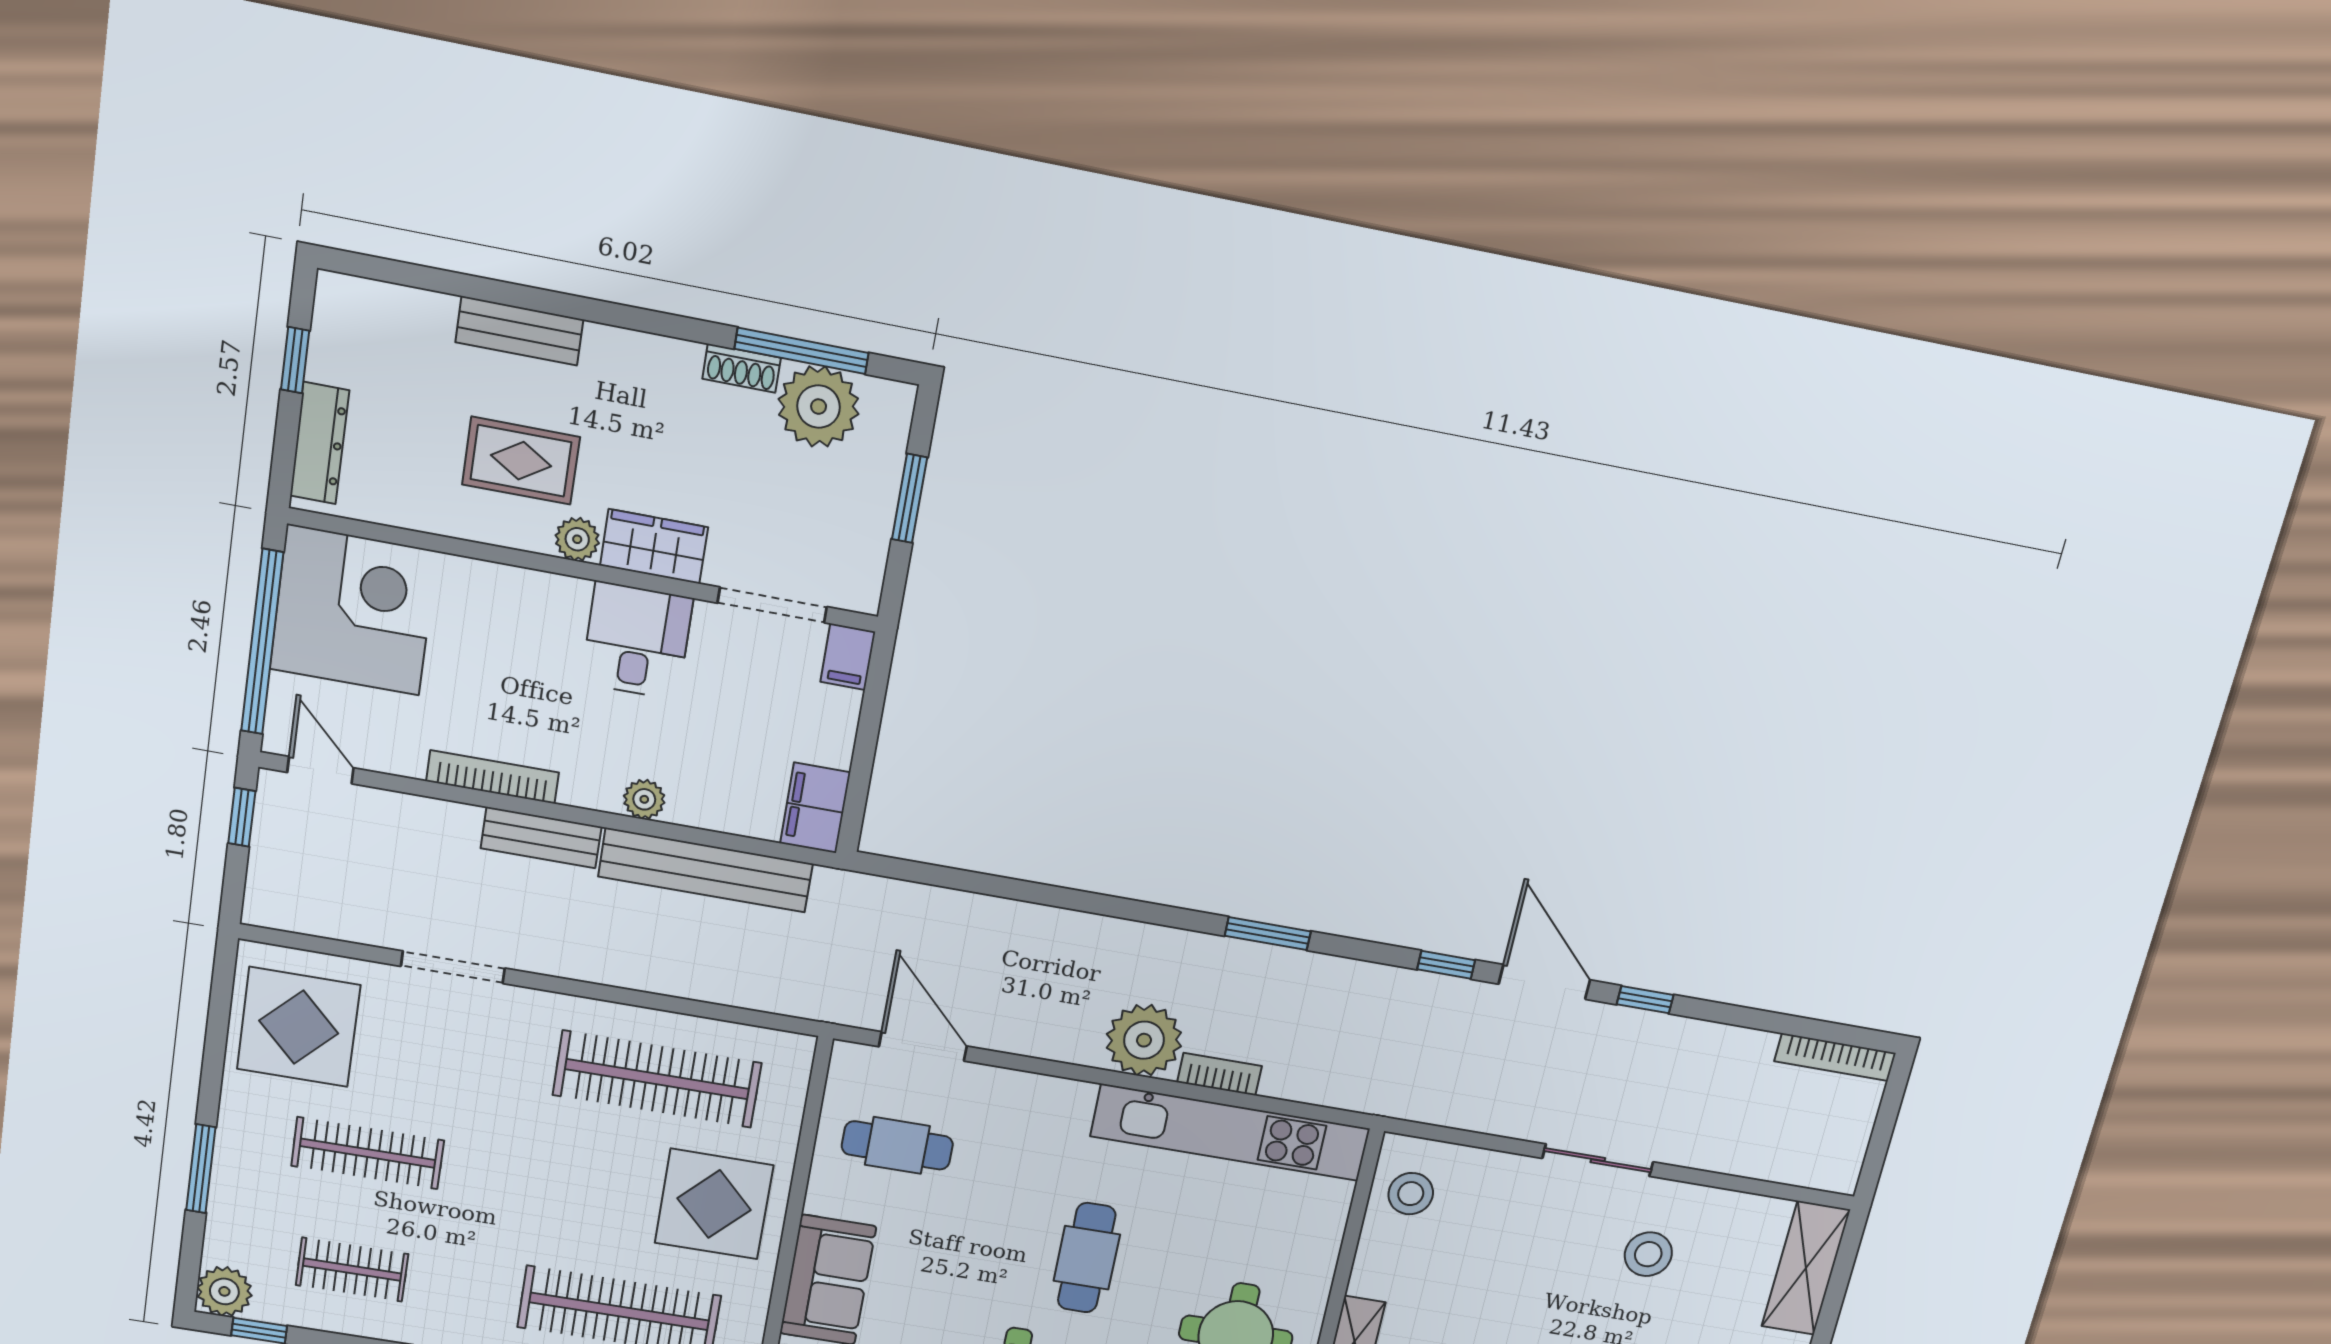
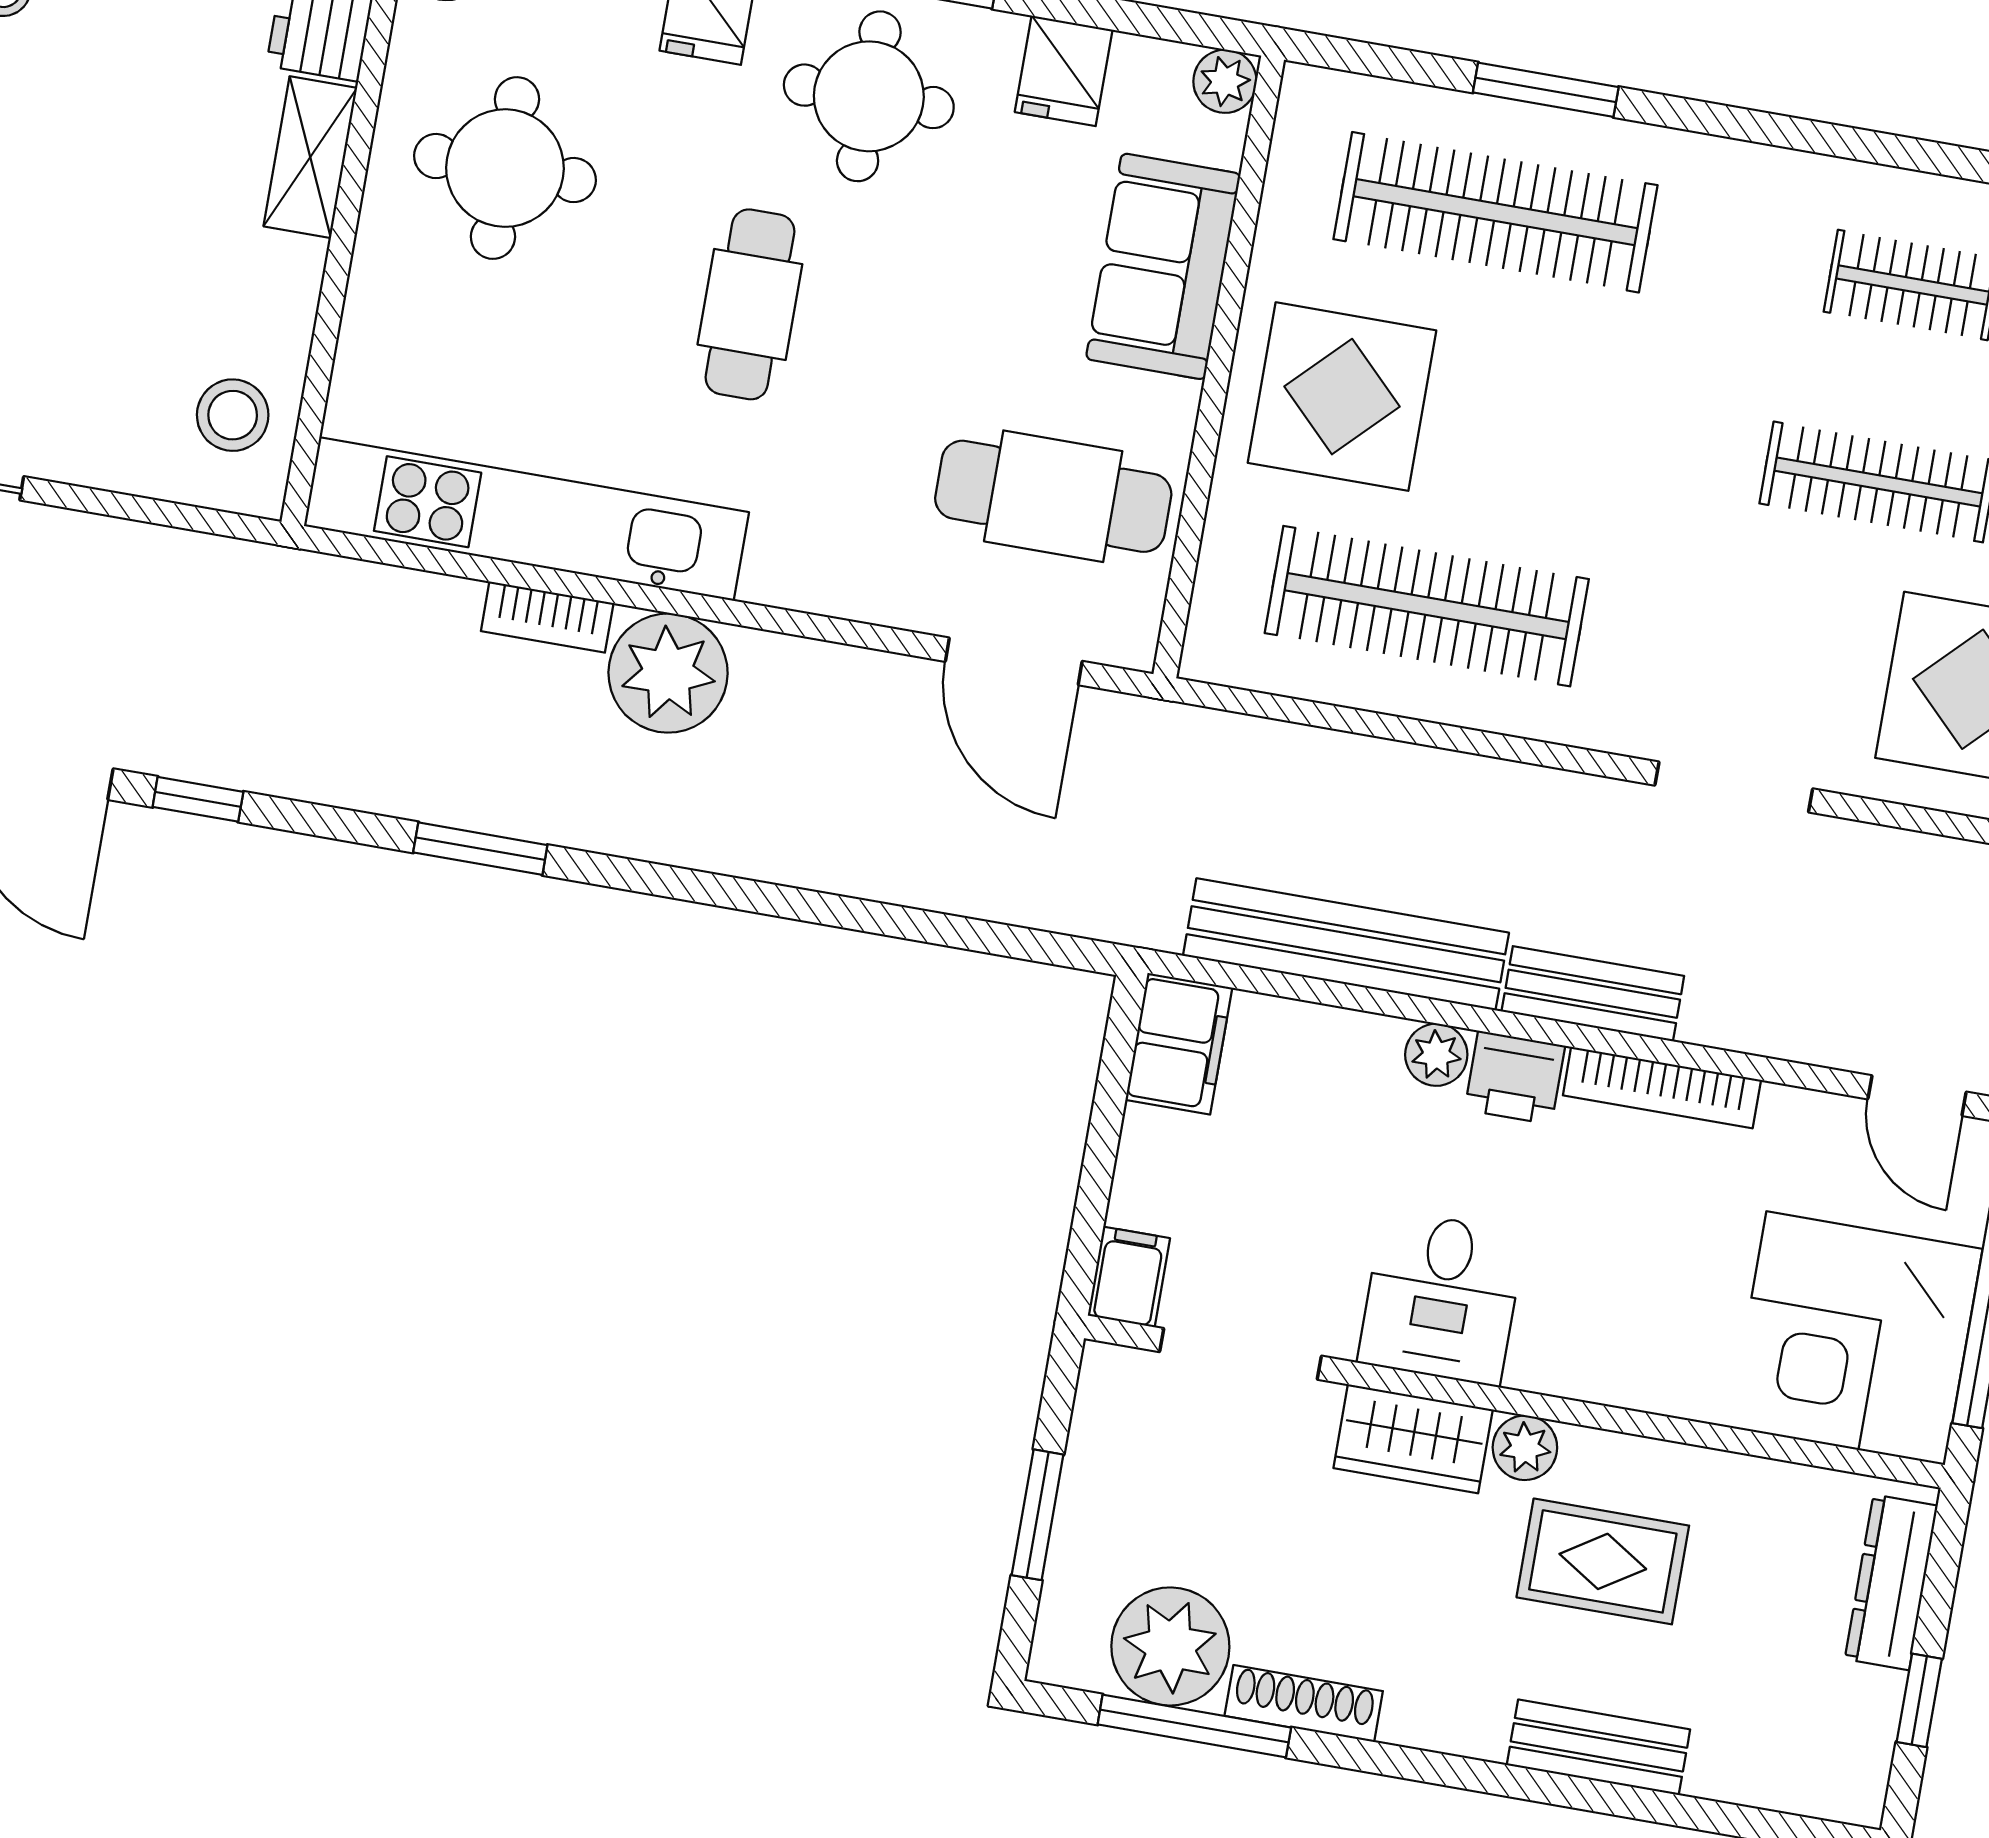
shoe rack: (742, 368) -> (1304, 1704), width x1.43
printer: (591, 784) -> (1515, 1078), added
cafe table: (897, 1145) -> (1053, 496), width x1.37, depth x1.35

